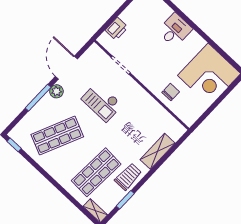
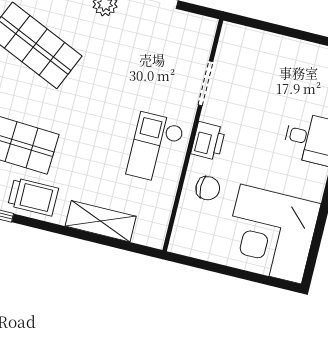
printer: (117, 29) -> (208, 141), moved, turned -90
checkout: (102, 102) -> (155, 148), moved

